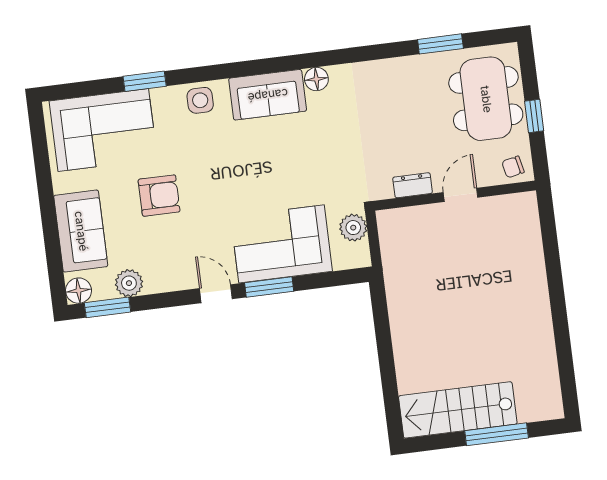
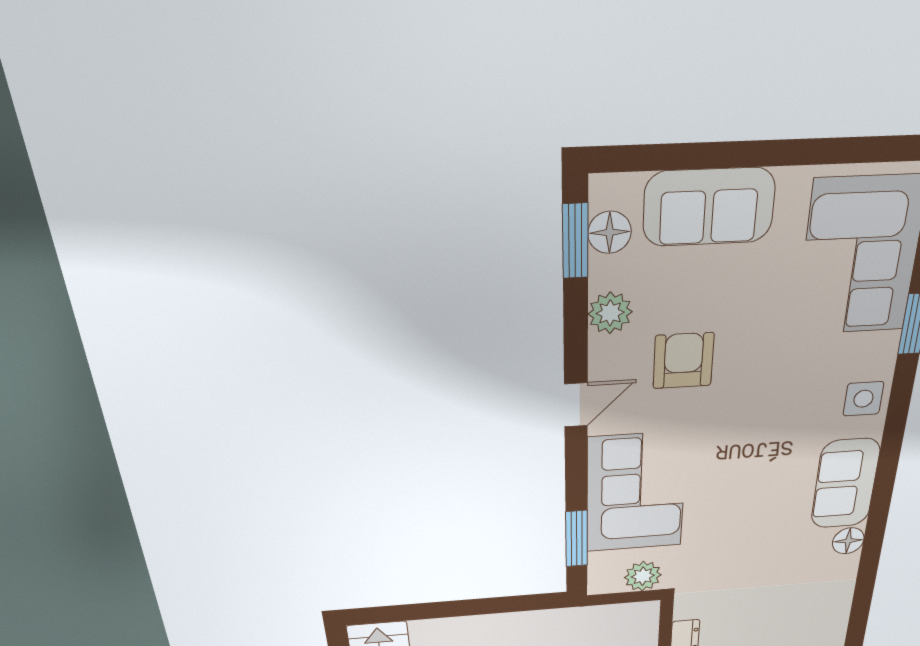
armchair: (159, 196) -> (683, 361), moved, turned 180
plant: (129, 283) -> (610, 313), moved
window: (269, 287) -> (577, 539), moved
floor lamp: (79, 291) -> (610, 232), moved

